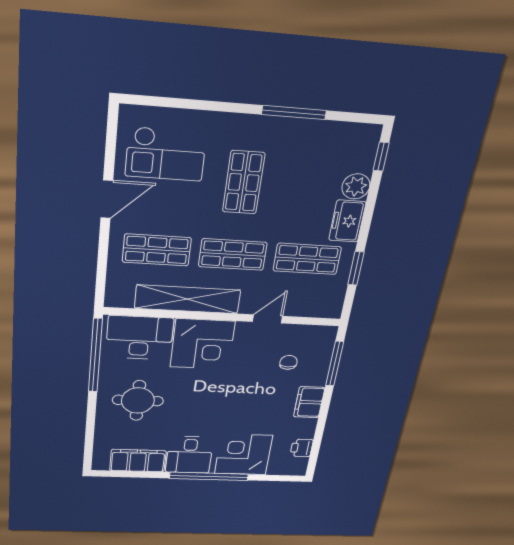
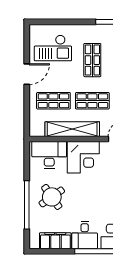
window: (95, 356) -> (27, 205), moved
round table: (138, 401) -> (52, 197), turned -35

